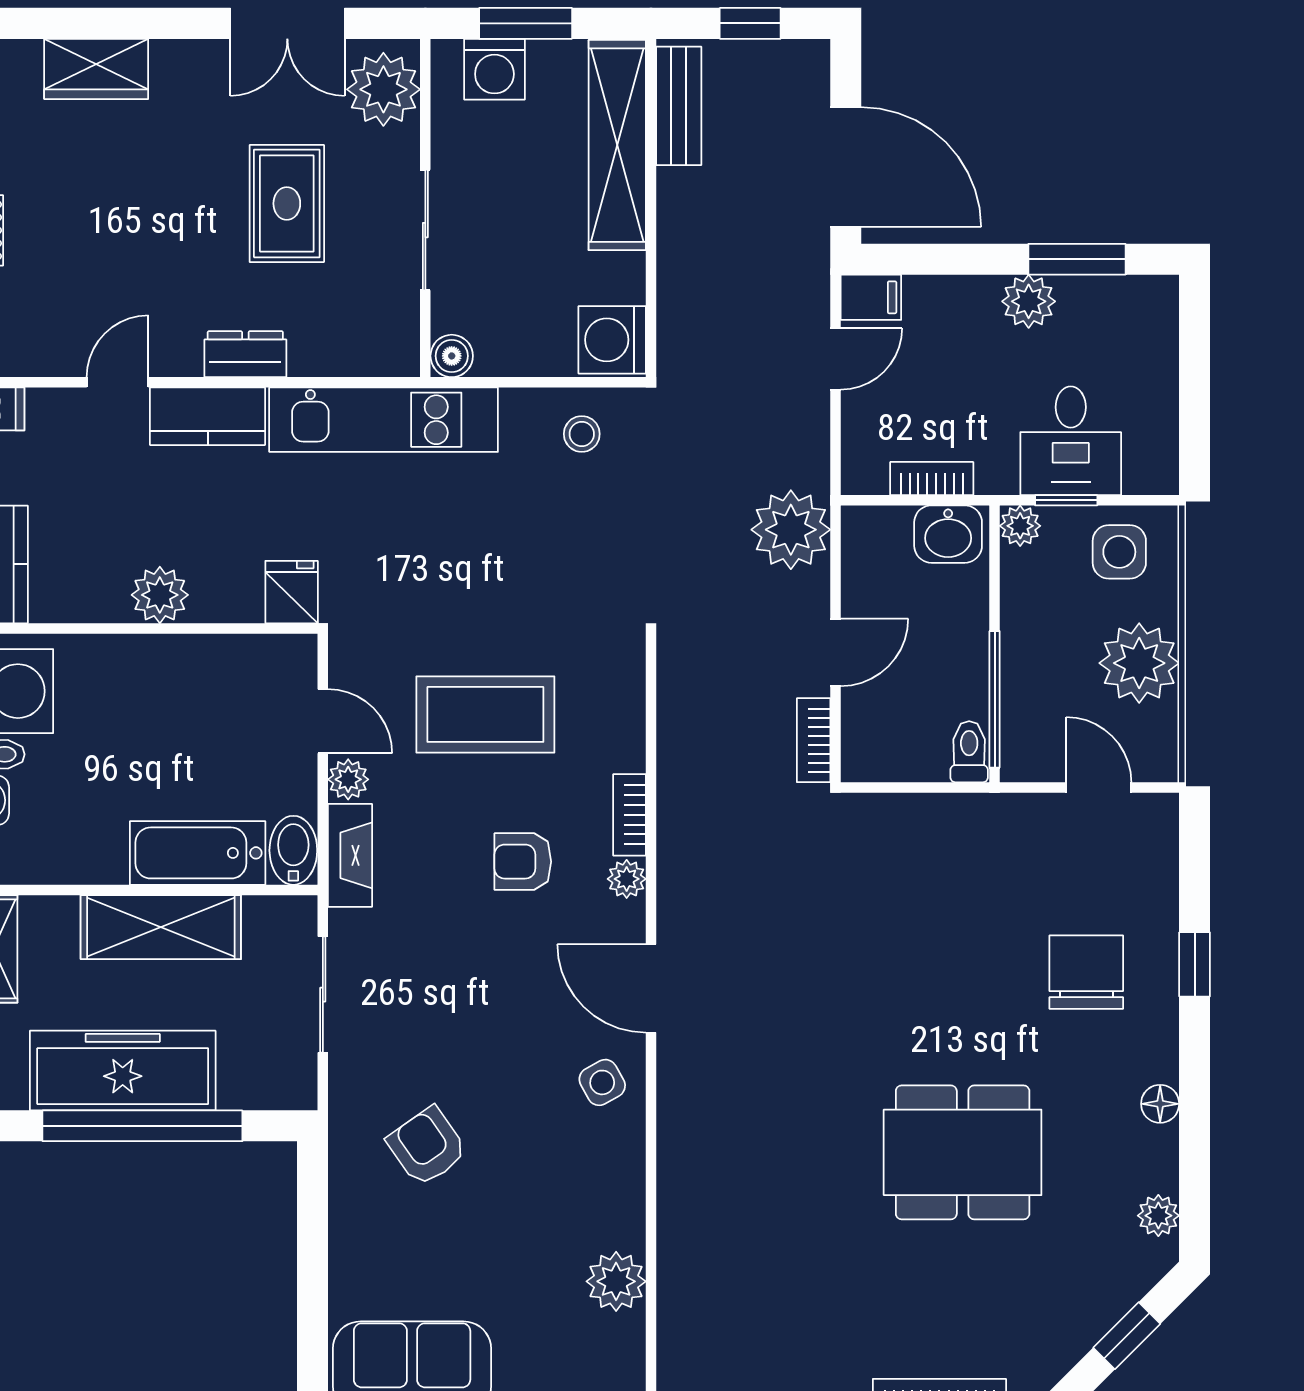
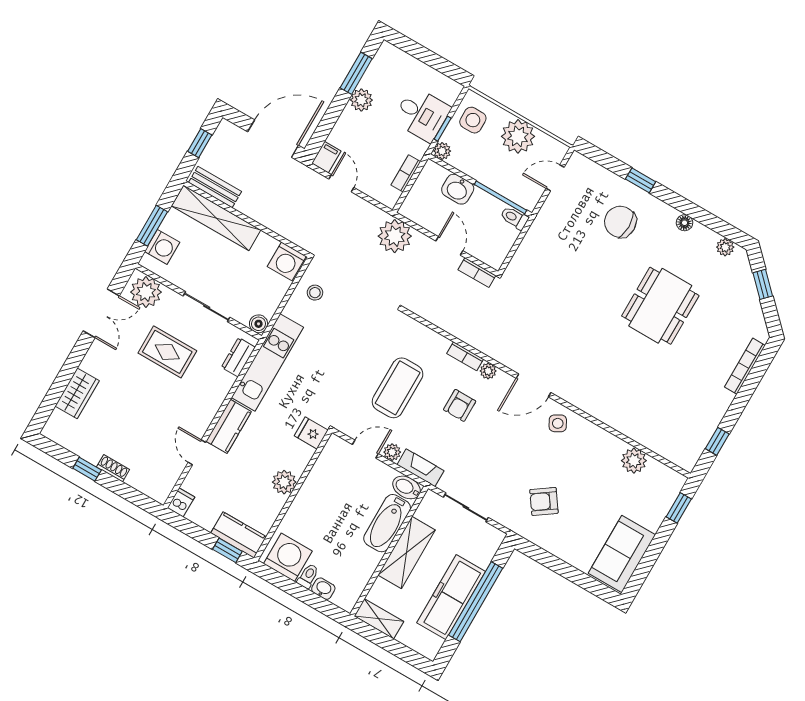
dresser: (245, 354) -> (238, 357), moved
washbasin: (948, 534) -> (458, 189), moved, turned 90

